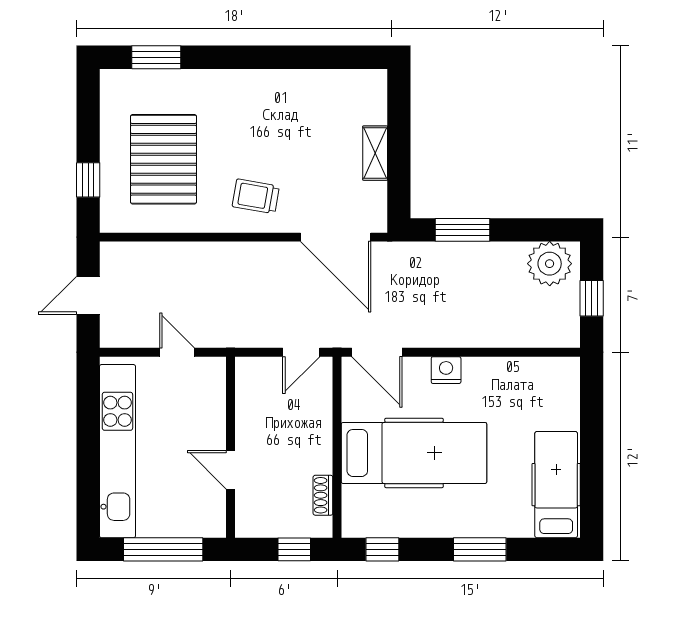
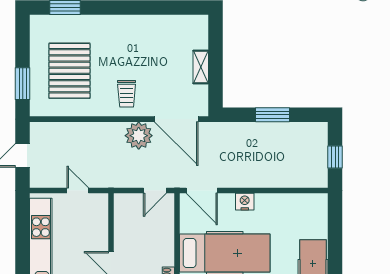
window: (88, 180) -> (23, 84), width x1.50
trolley: (256, 196) -> (127, 94), turned -100
window: (463, 230) -> (273, 115), moved
plant: (550, 264) -> (139, 136), moved

